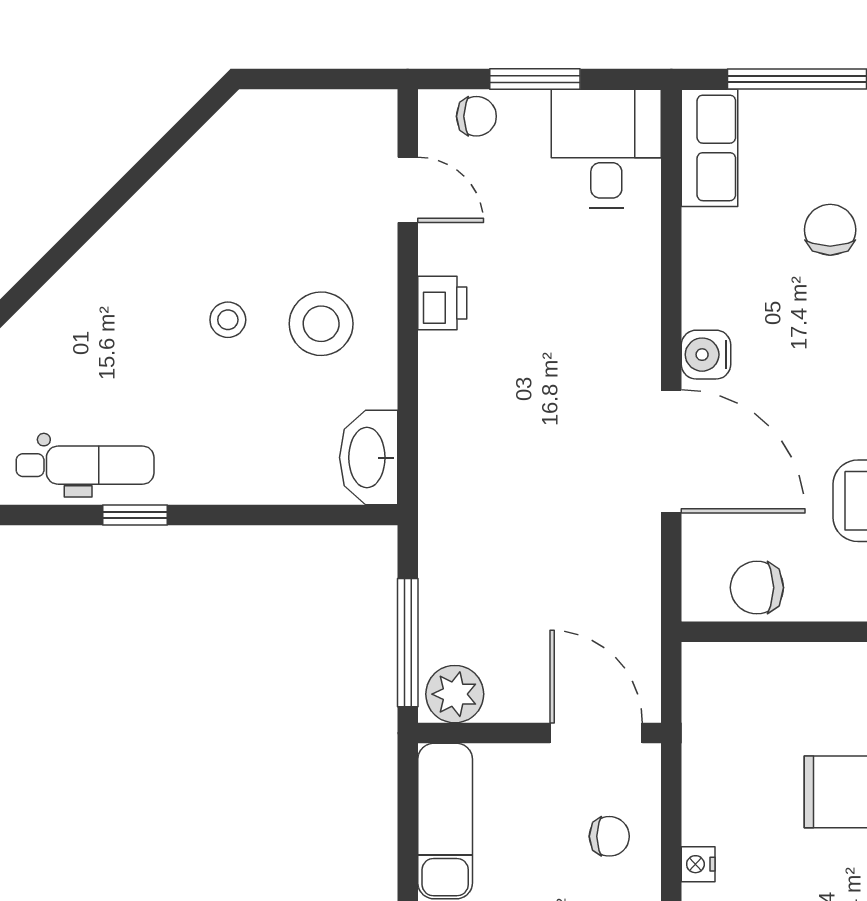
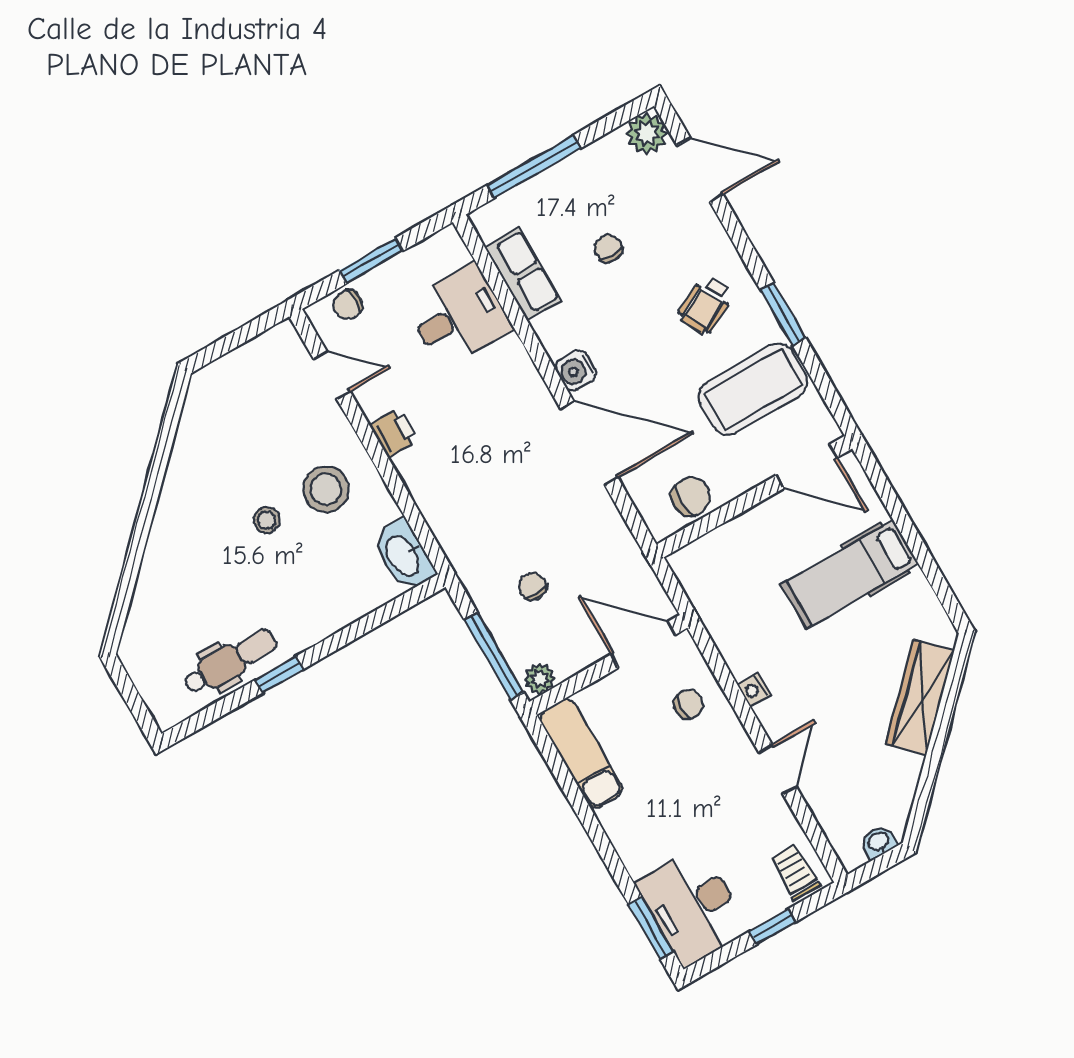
chair: (476, 116) -> (348, 305), turned 180
desk: (606, 148) -> (458, 316), moved, turned 90
row of seats: (710, 148) -> (523, 274), moved
chair: (830, 230) -> (608, 248), width x0.73, depth x0.73
chair: (503, 585) -> (533, 586), added
chair: (757, 588) -> (691, 497), turned 180
plant: (455, 694) -> (540, 679), width x0.73, depth x0.73

